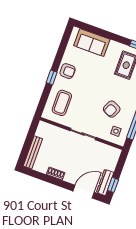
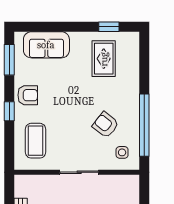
window: (64, 43) -> (9, 60), added
armchair: (112, 109) -> (106, 125), turned 103

